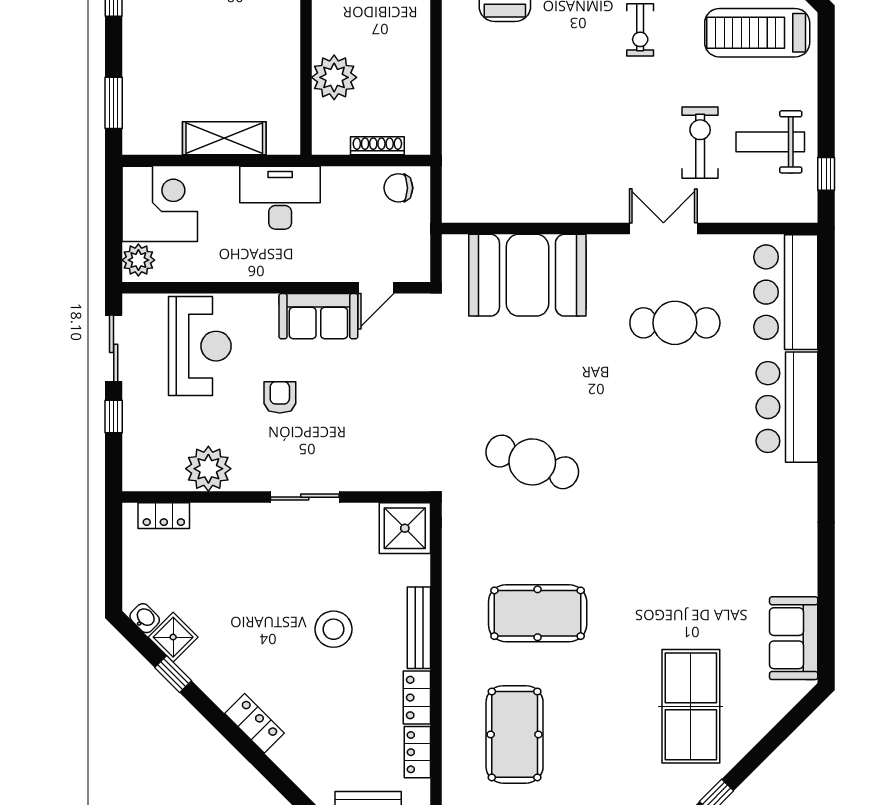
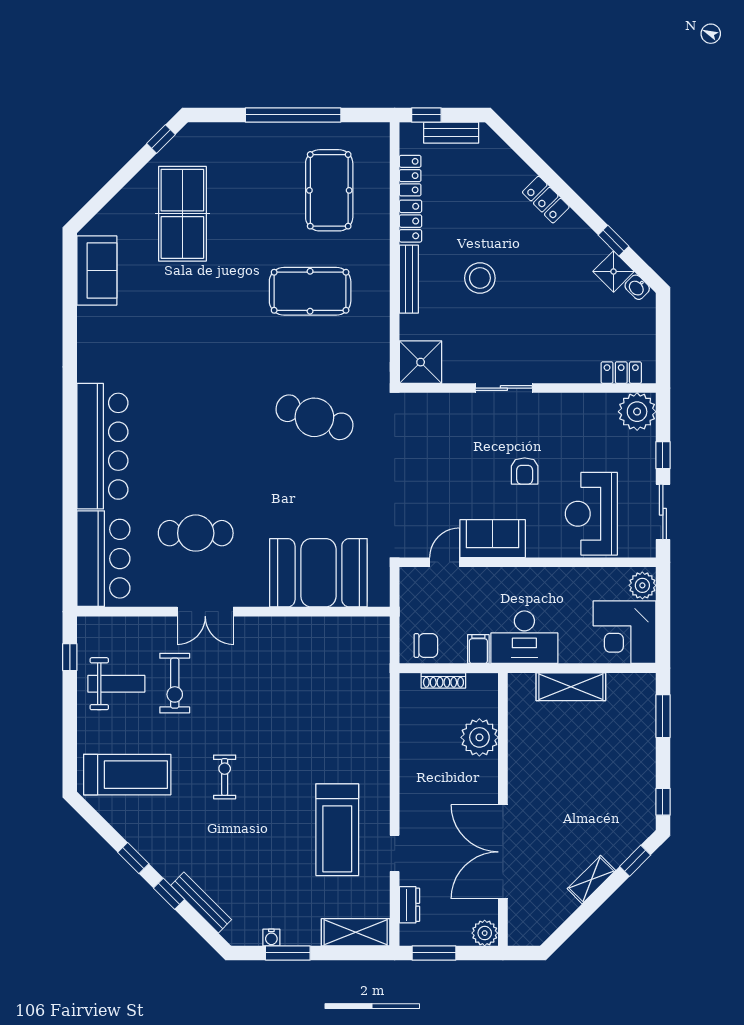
filing cabinet: (335, 184) -> (478, 649), added
bar counter: (787, 407) -> (102, 446), width x1.36
plant: (208, 469) -> (637, 412), moved

